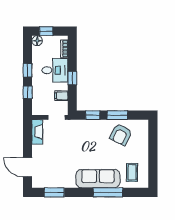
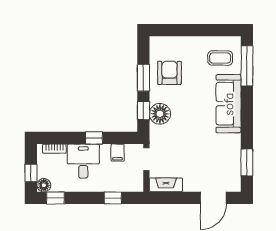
window: (27, 70) -> (55, 198), moved
floor lamp: (90, 127) -> (160, 114), added
armchair: (121, 135) -> (169, 73), turned -116
window: (108, 192) -> (247, 66), moved

